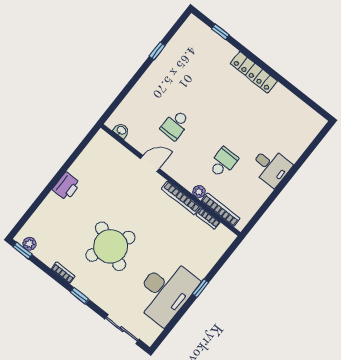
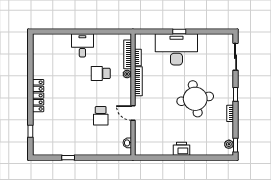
school desk: (175, 125) -> (101, 116), turned 90
round table: (110, 246) -> (195, 99), turned -36
desk: (165, 291) -> (176, 49), moved

